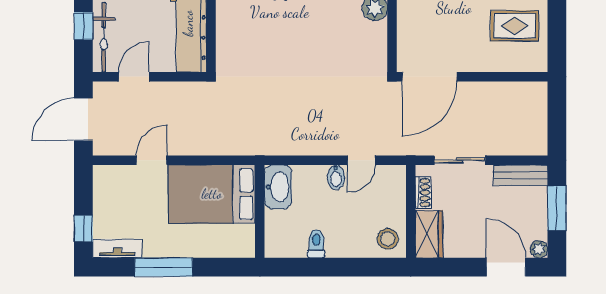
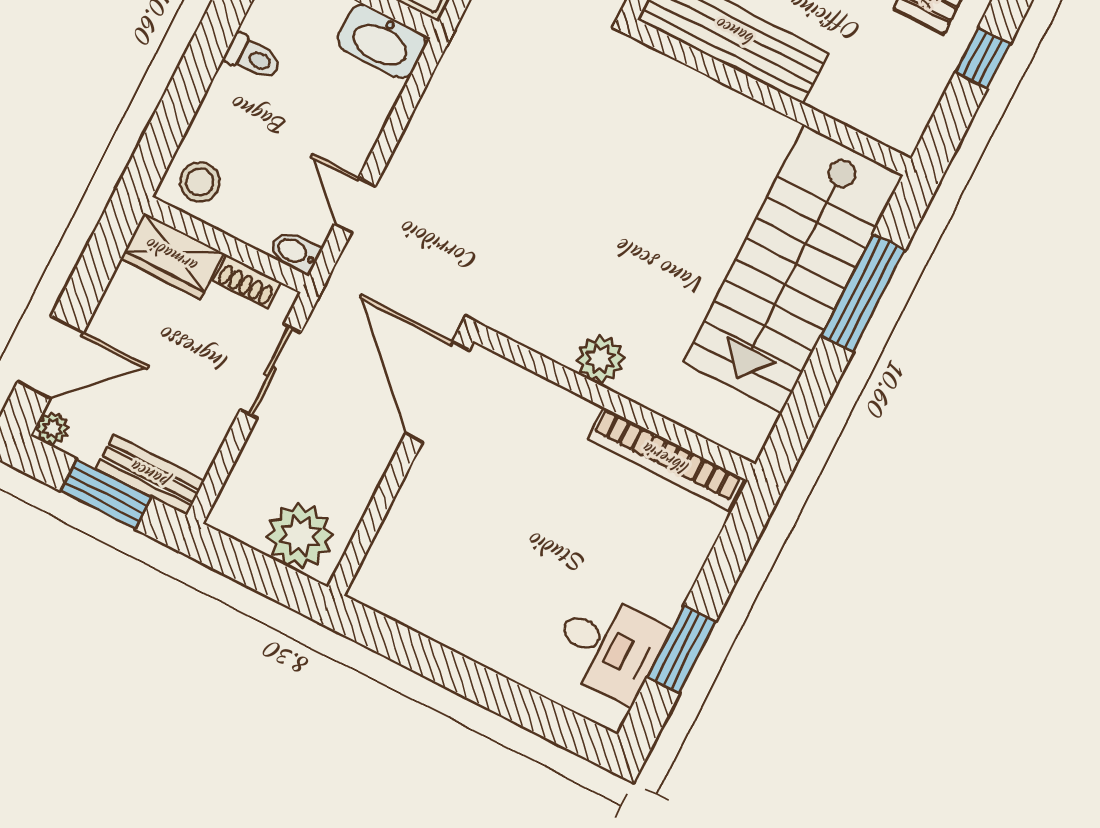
rug: (515, 26) -> (450, 579), removed
plant: (530, 107) -> (300, 536), added
bench: (521, 175) -> (150, 475), moved, turned 90
bidet: (336, 177) -> (295, 252), moved

